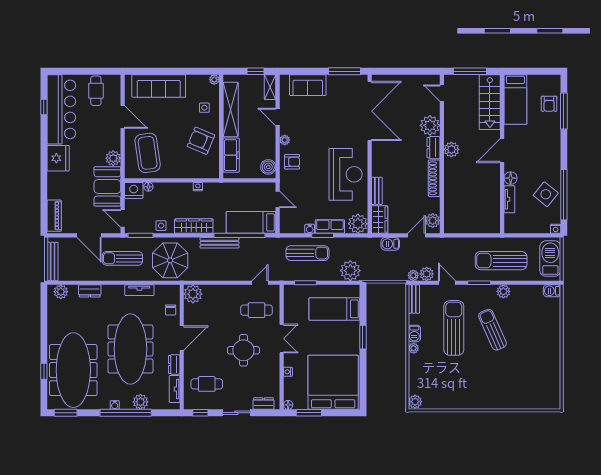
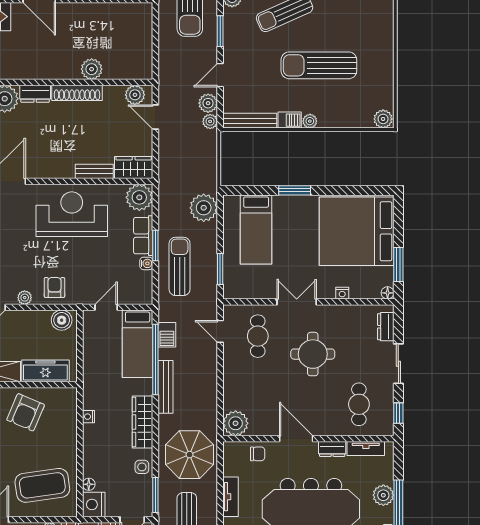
plant: (451, 149) -> (92, 69), moved
barbecue: (390, 244) -> (167, 335), moved
bench: (414, 299) -> (250, 121), width x1.36
sun lounger: (454, 328) -> (319, 65), moved

